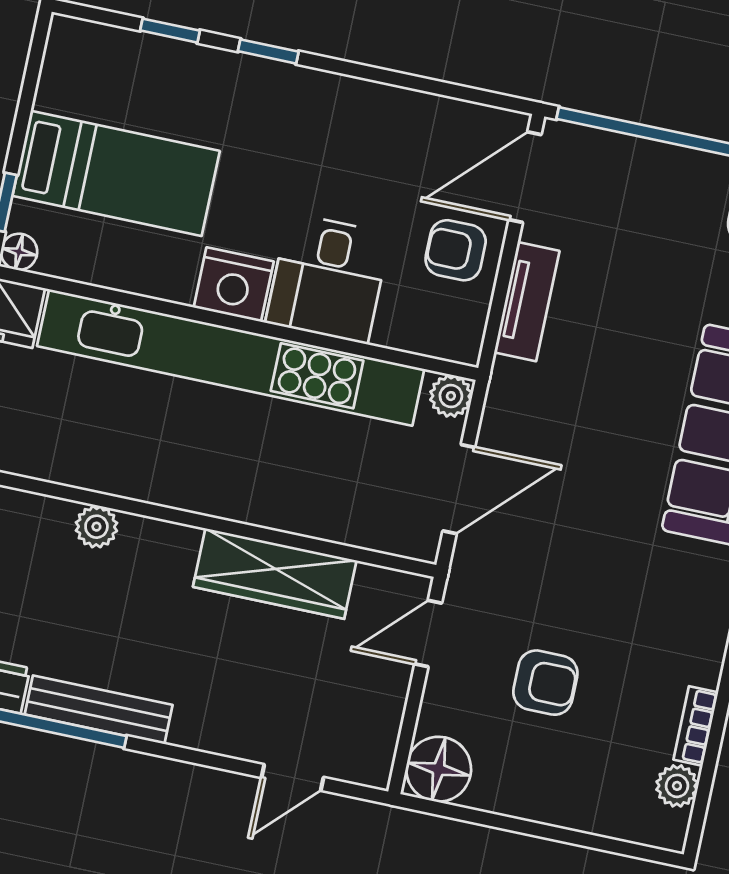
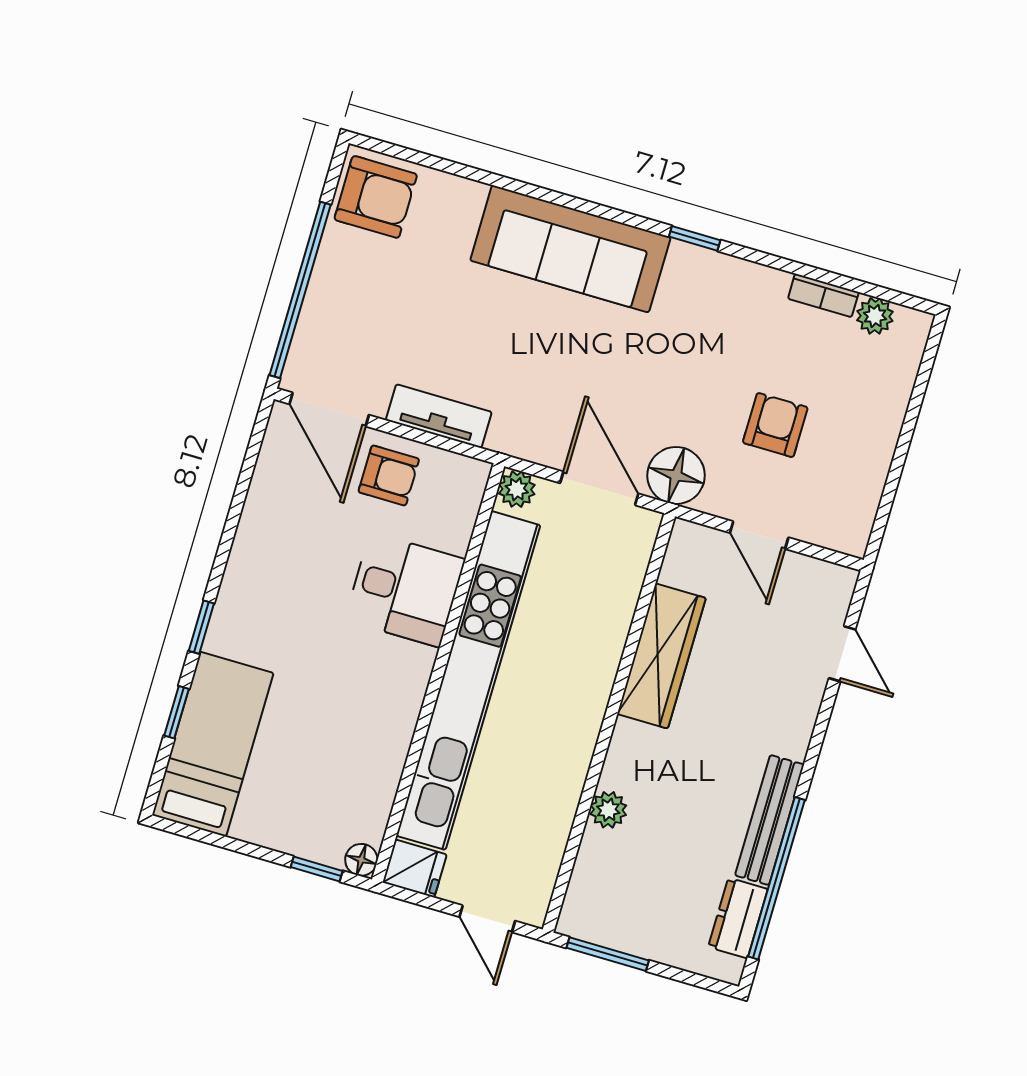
bed: (116, 173) -> (213, 744), moved
armchair: (456, 250) -> (389, 475), turned -90
nightstand: (234, 284) -> (404, 673), removed
door: (428, 634) -> (759, 535), moved
floor lamp: (439, 769) -> (676, 475), moved

